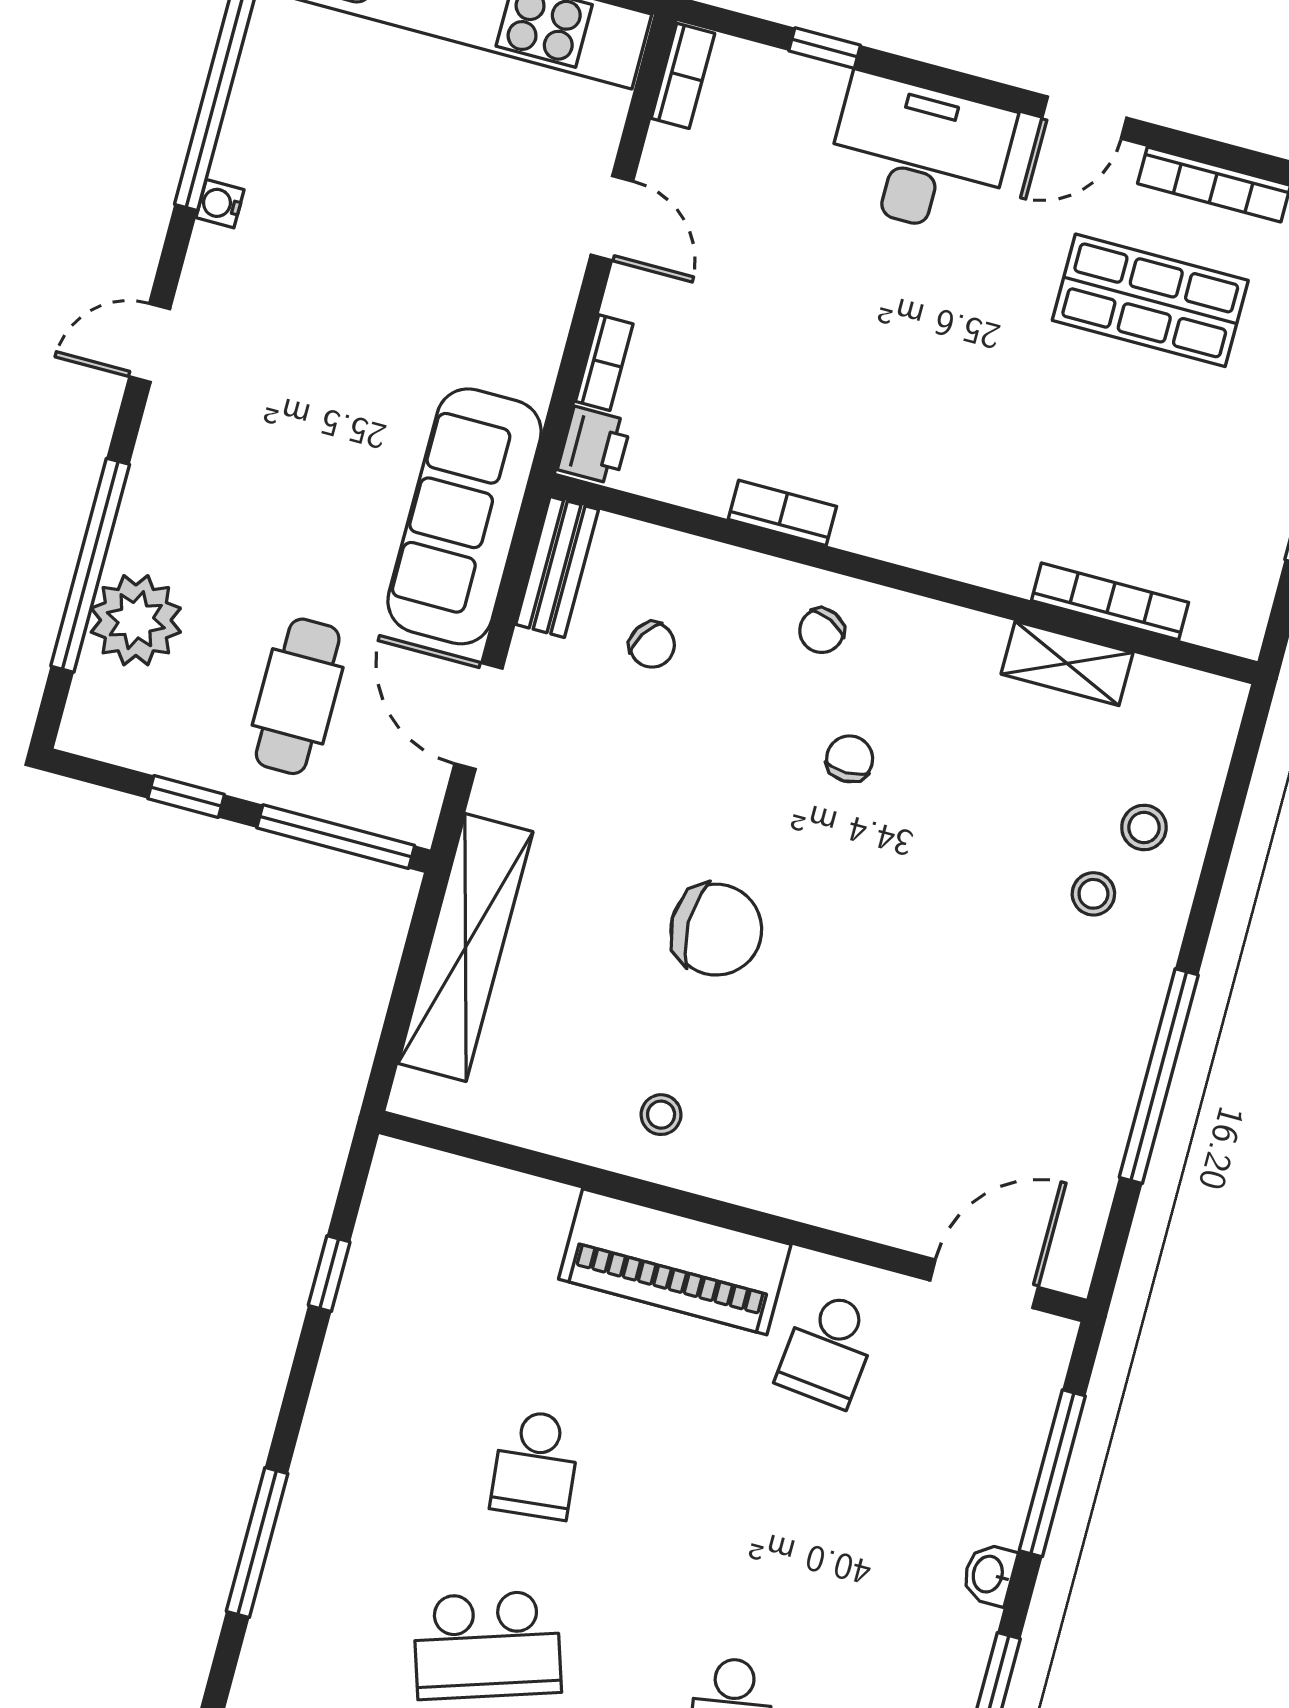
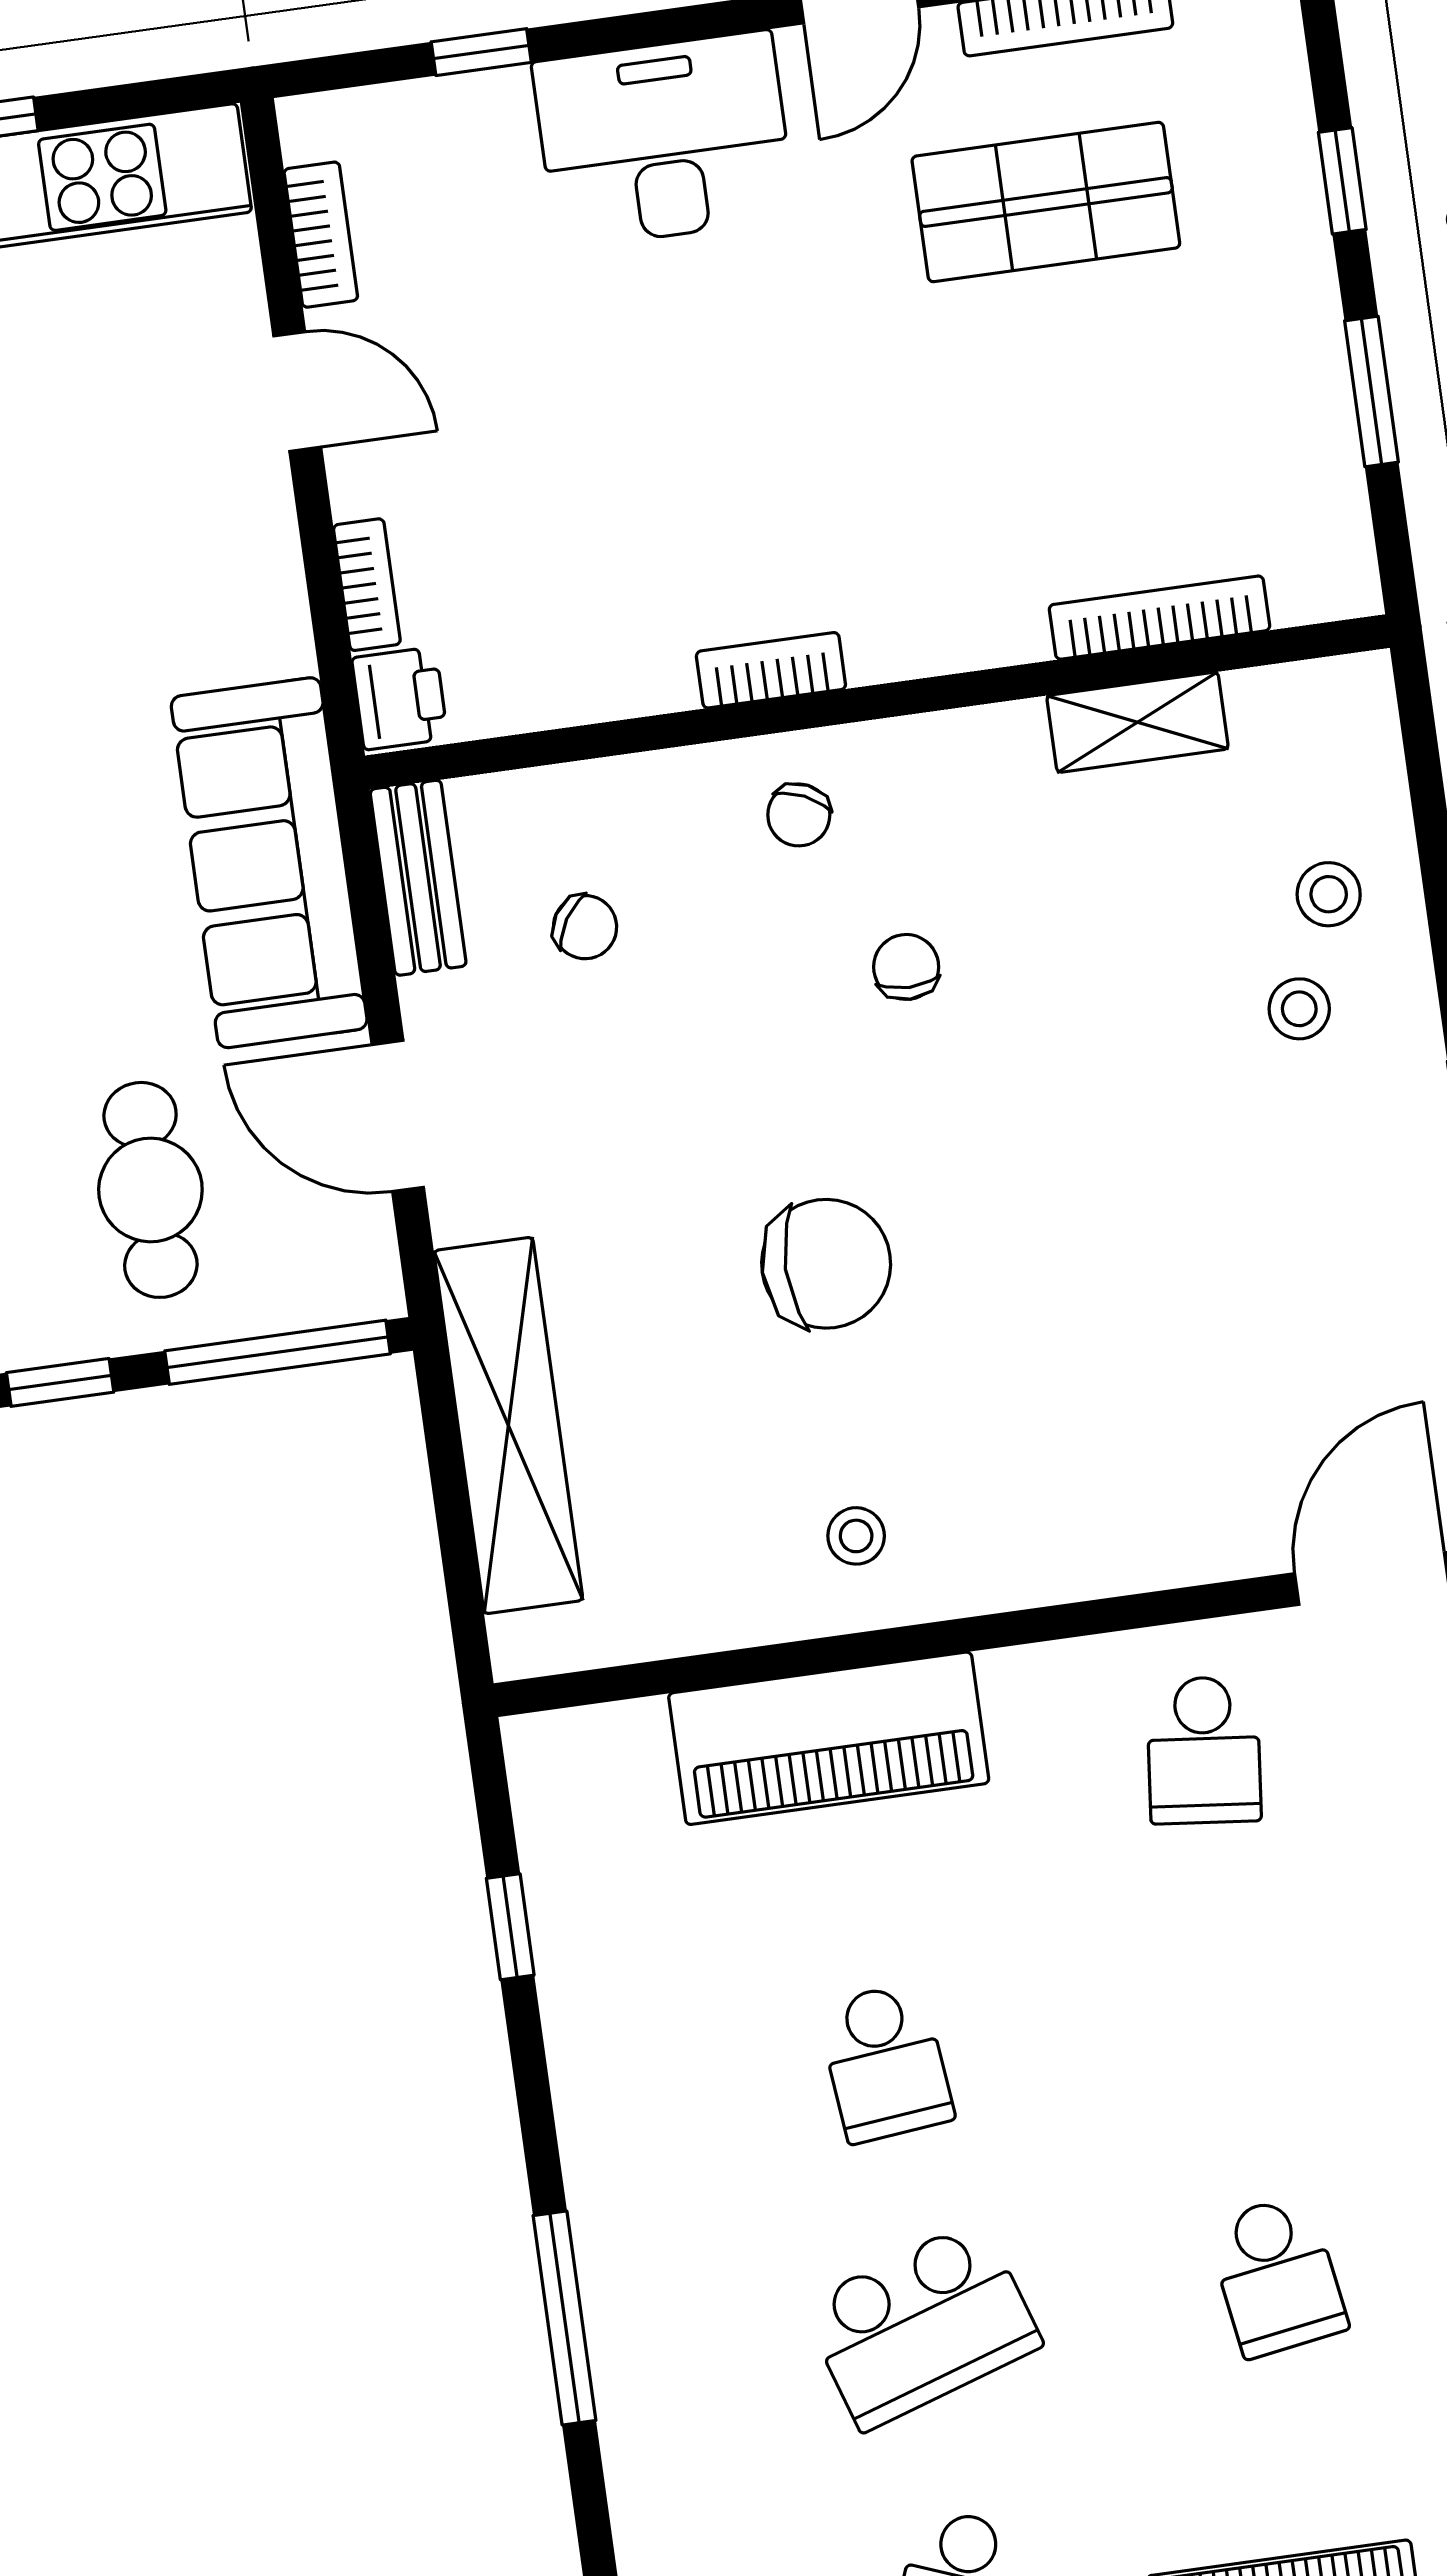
bookcase: (683, 76) -> (321, 235), moved
bookcase: (782, 513) -> (771, 670), moved
piano: (675, 1262) -> (829, 1738), moved

